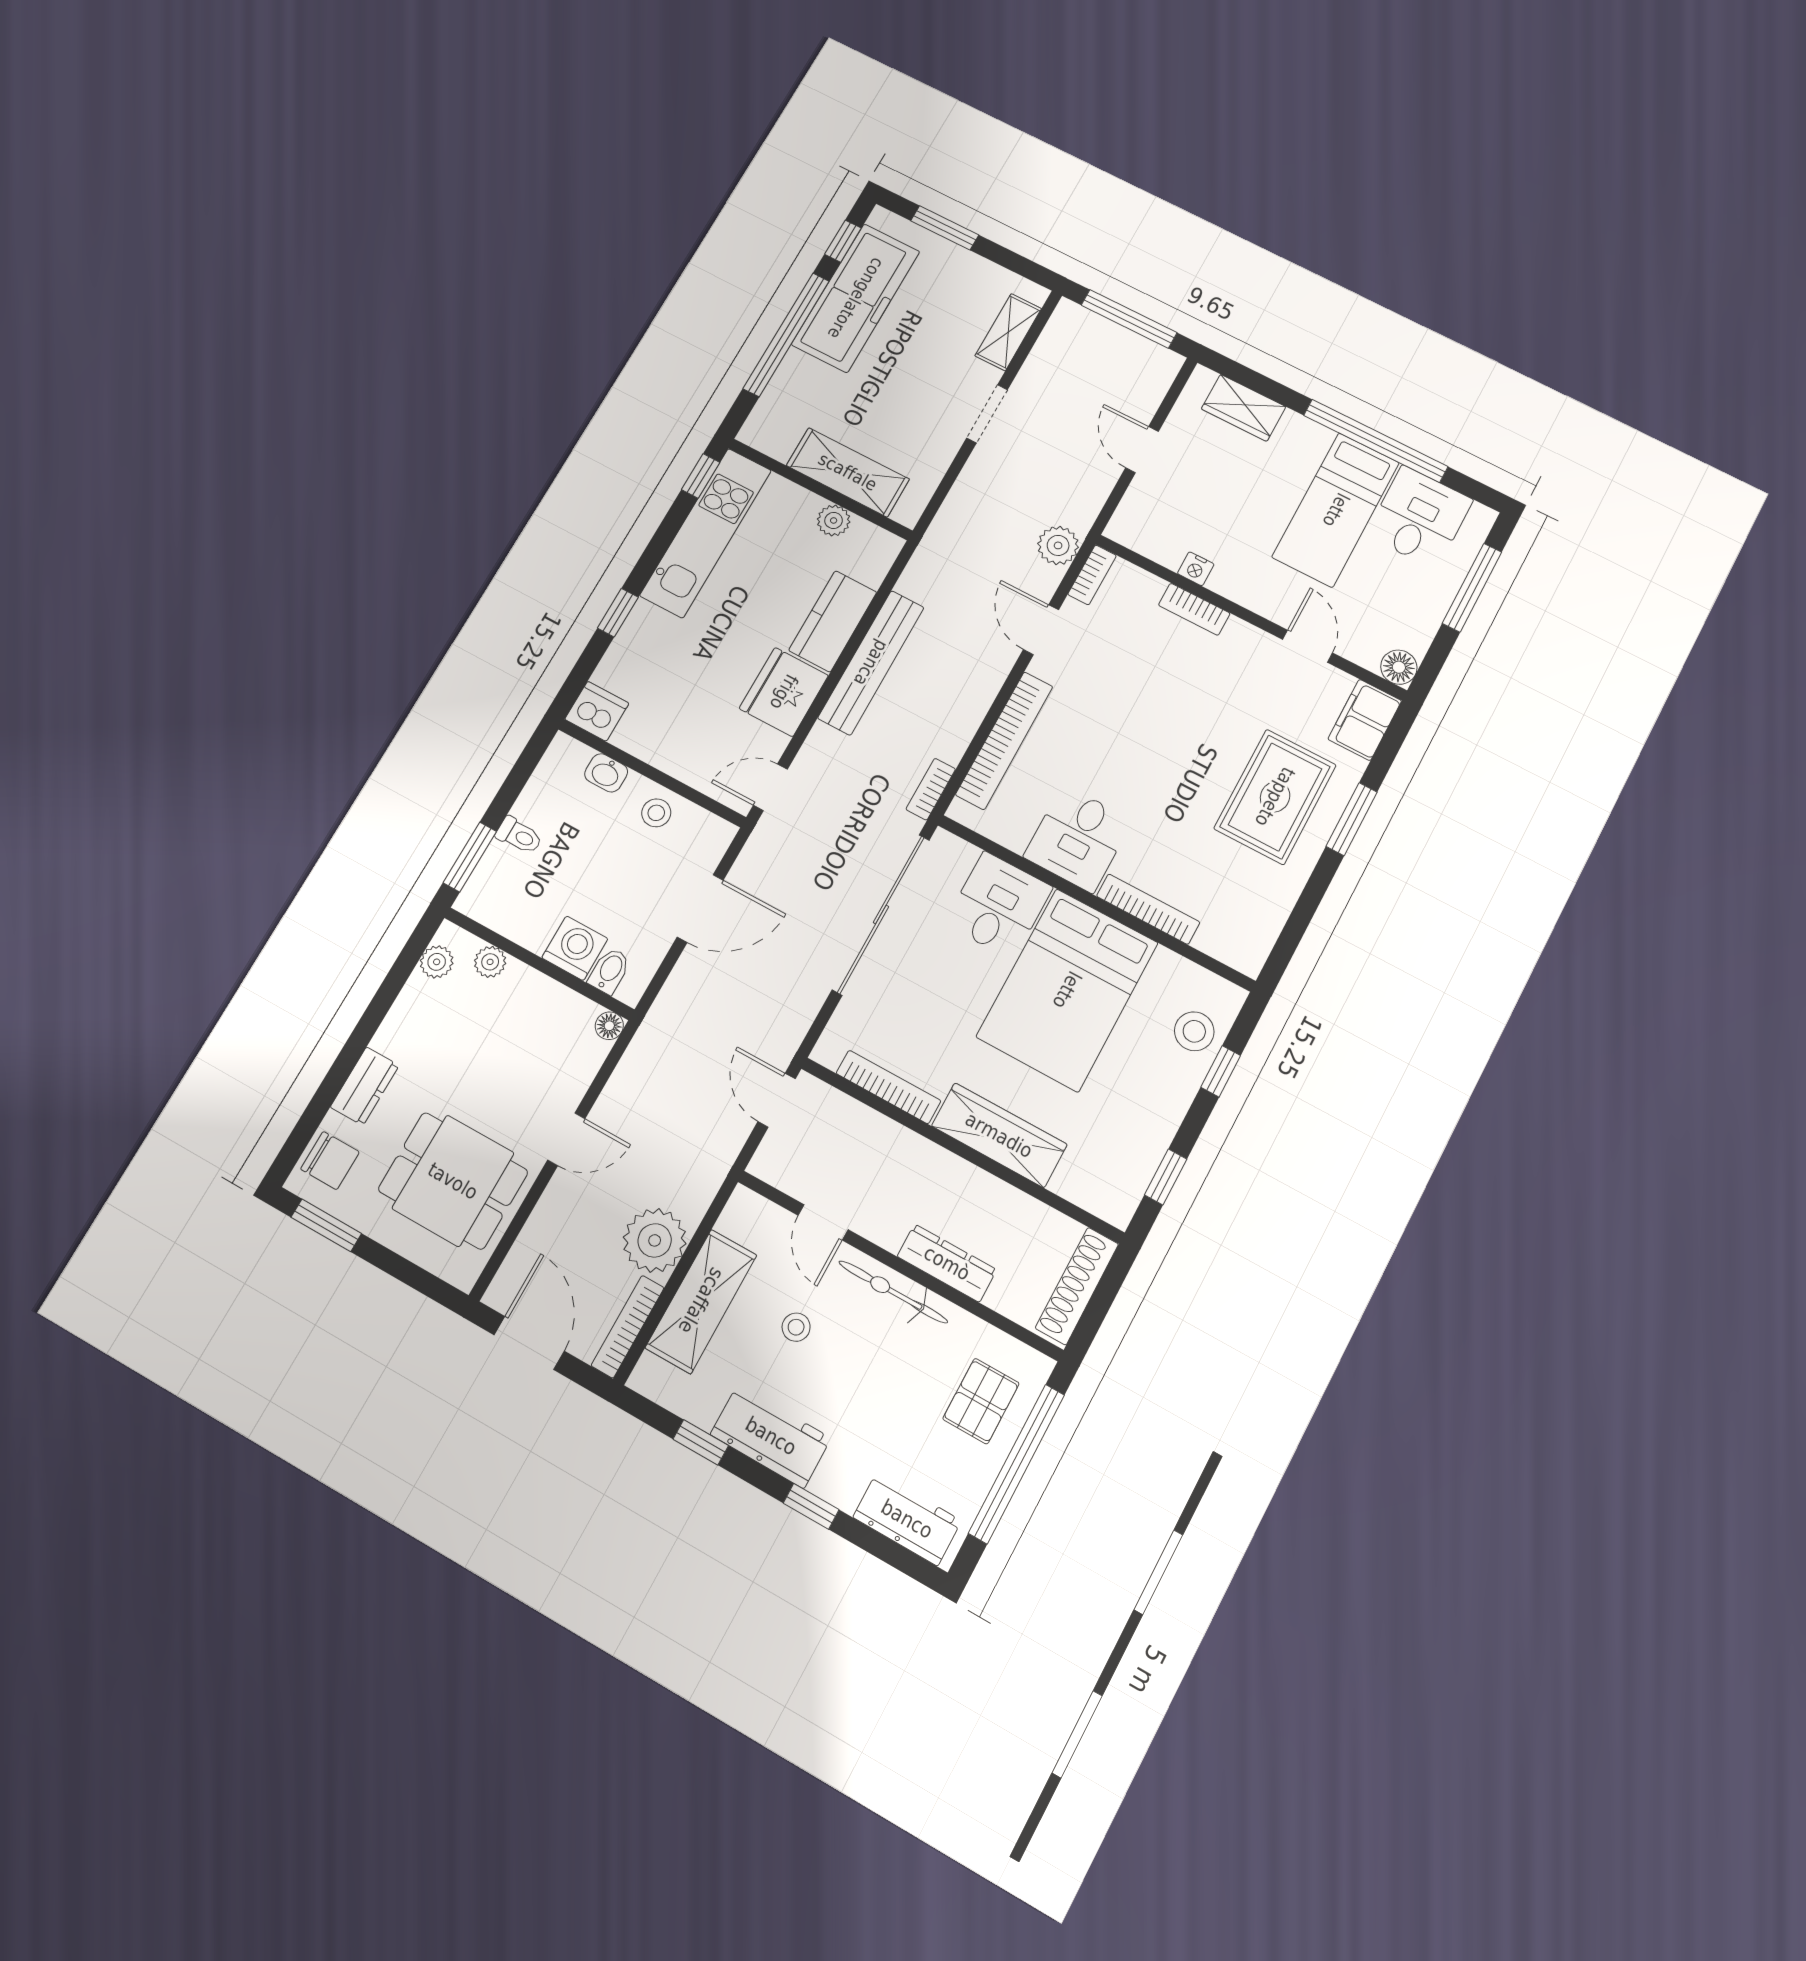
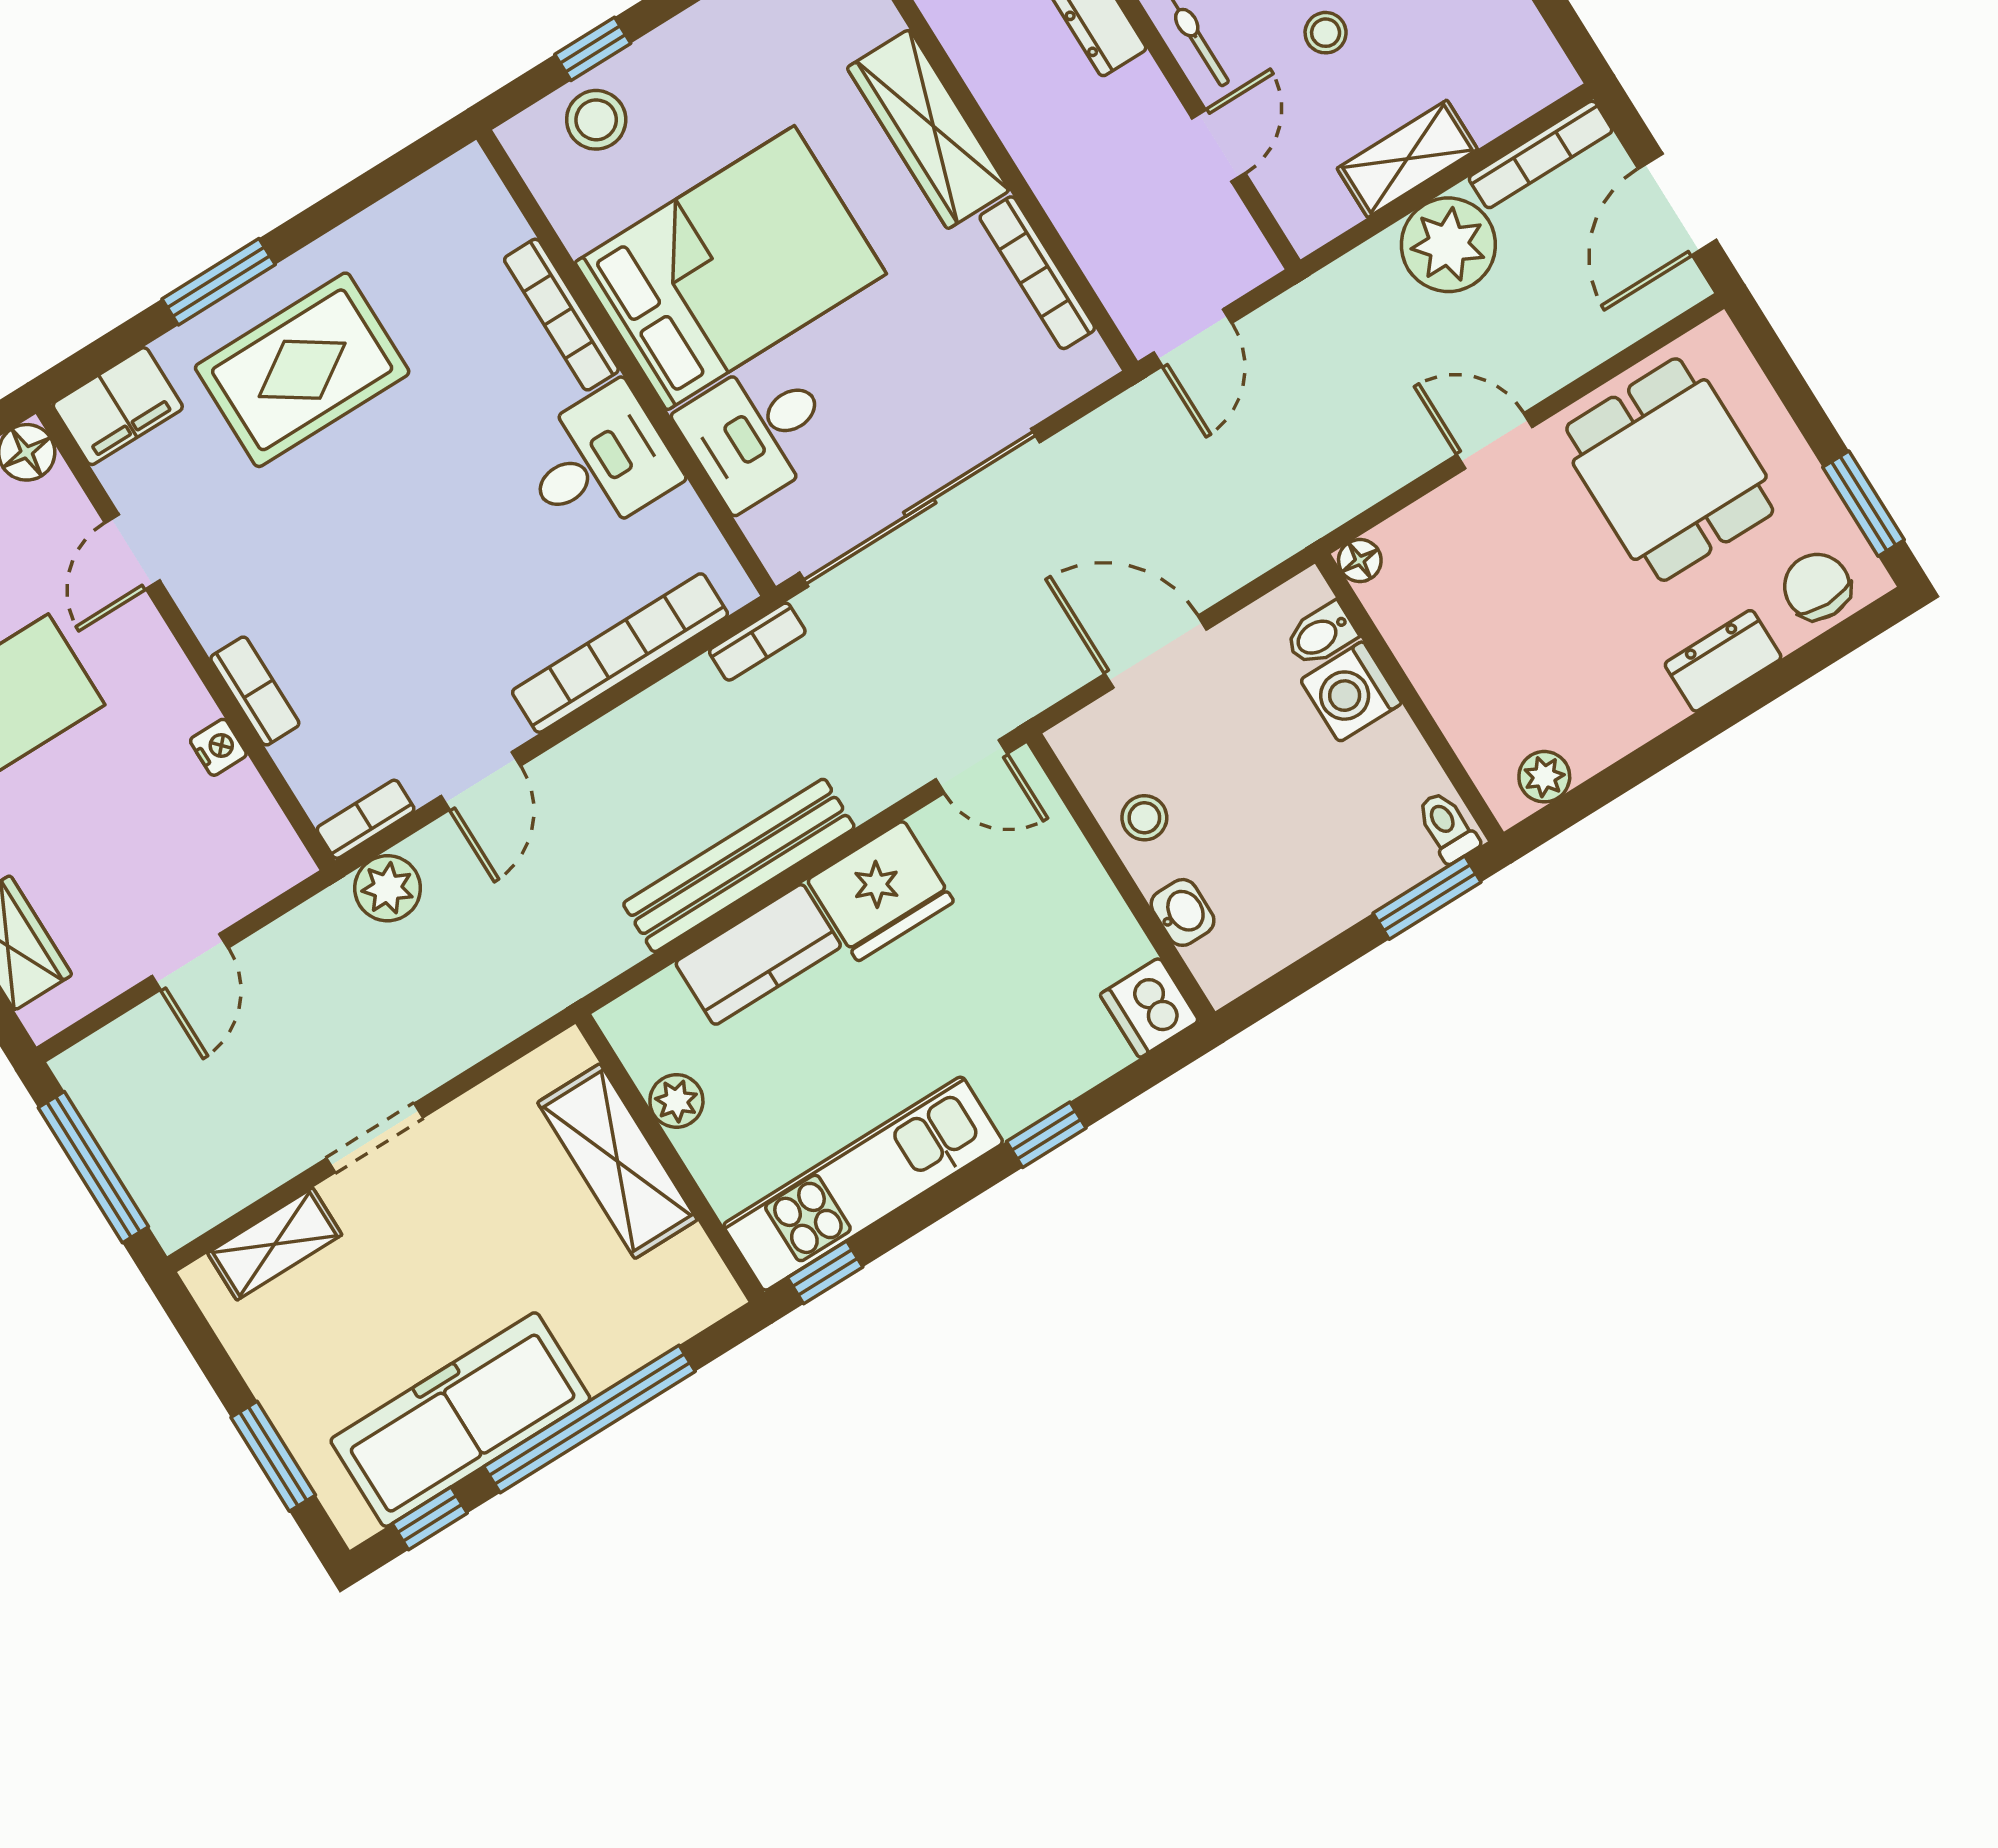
toilet: (519, 836) -> (1447, 827), moved
plant: (490, 962) -> (1473, 737), removed
shelving: (701, 1301) -> (1407, 159), width x0.67, depth x0.75

